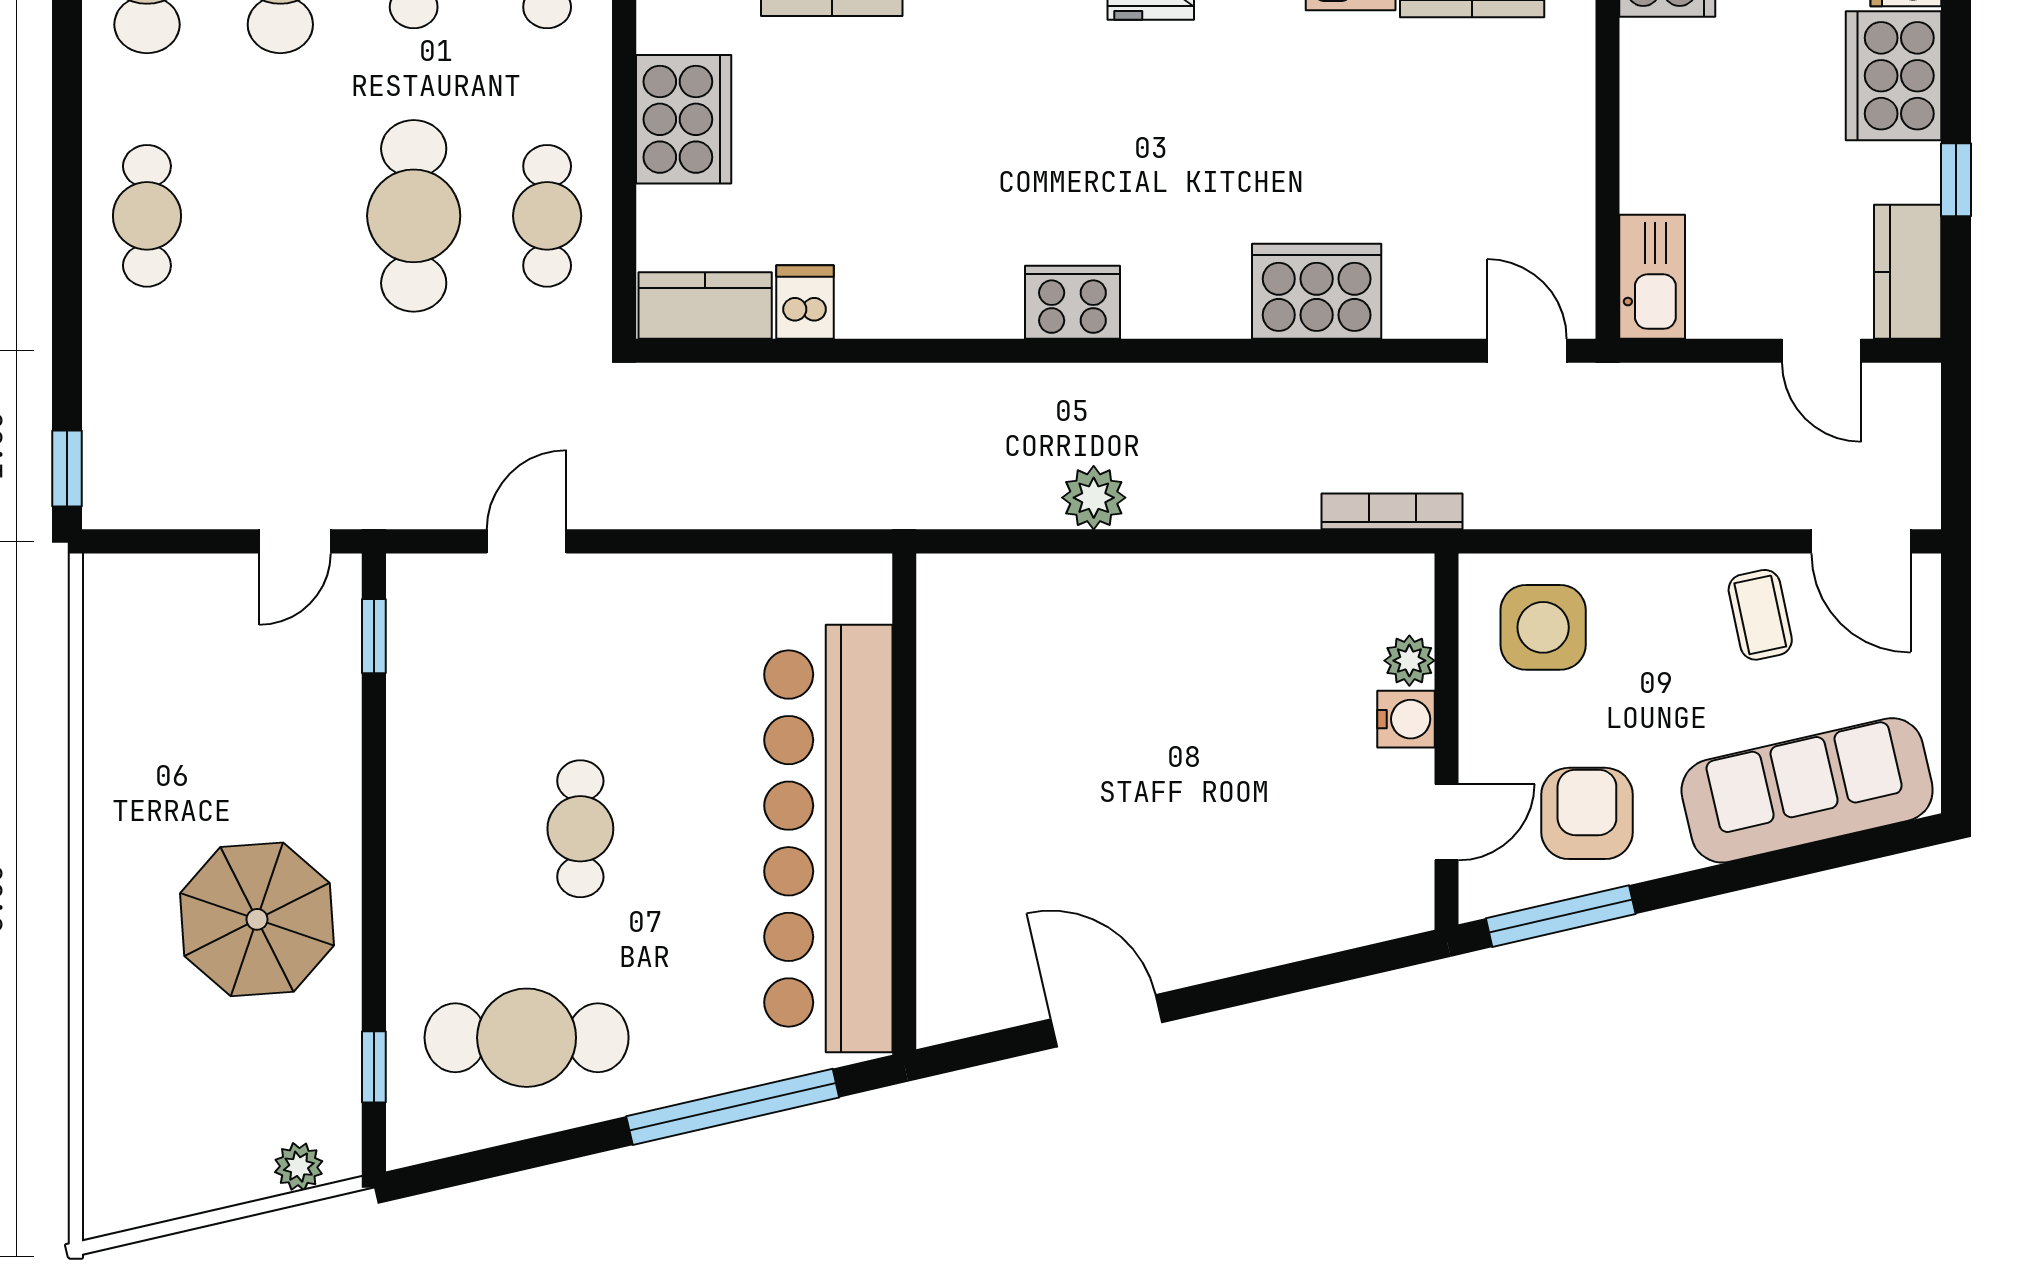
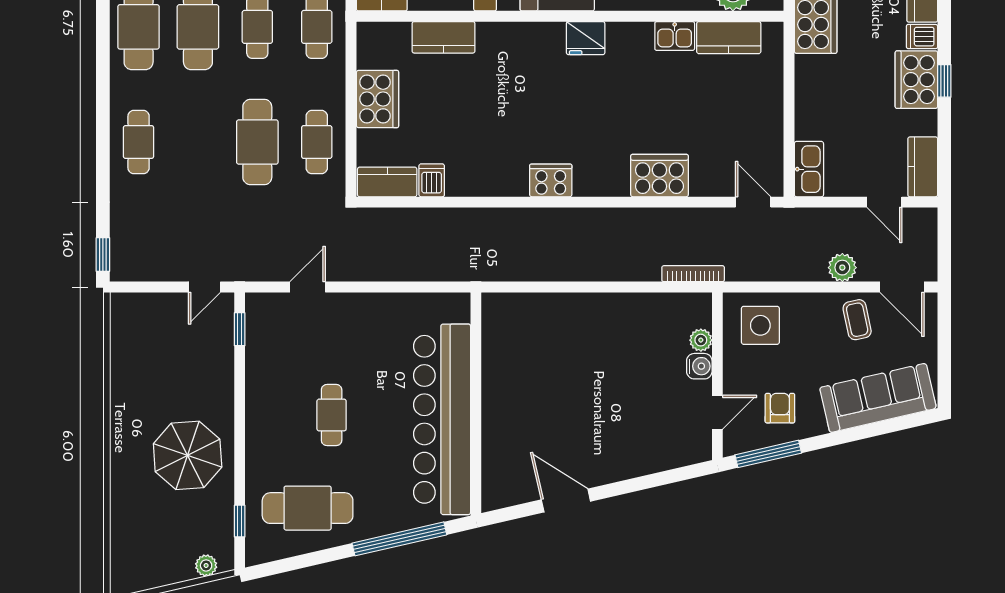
window: (1956, 180) -> (944, 81), moved
plant: (1094, 498) -> (842, 268), moved
armchair: (1587, 813) -> (780, 408), width x0.72, depth x0.72

